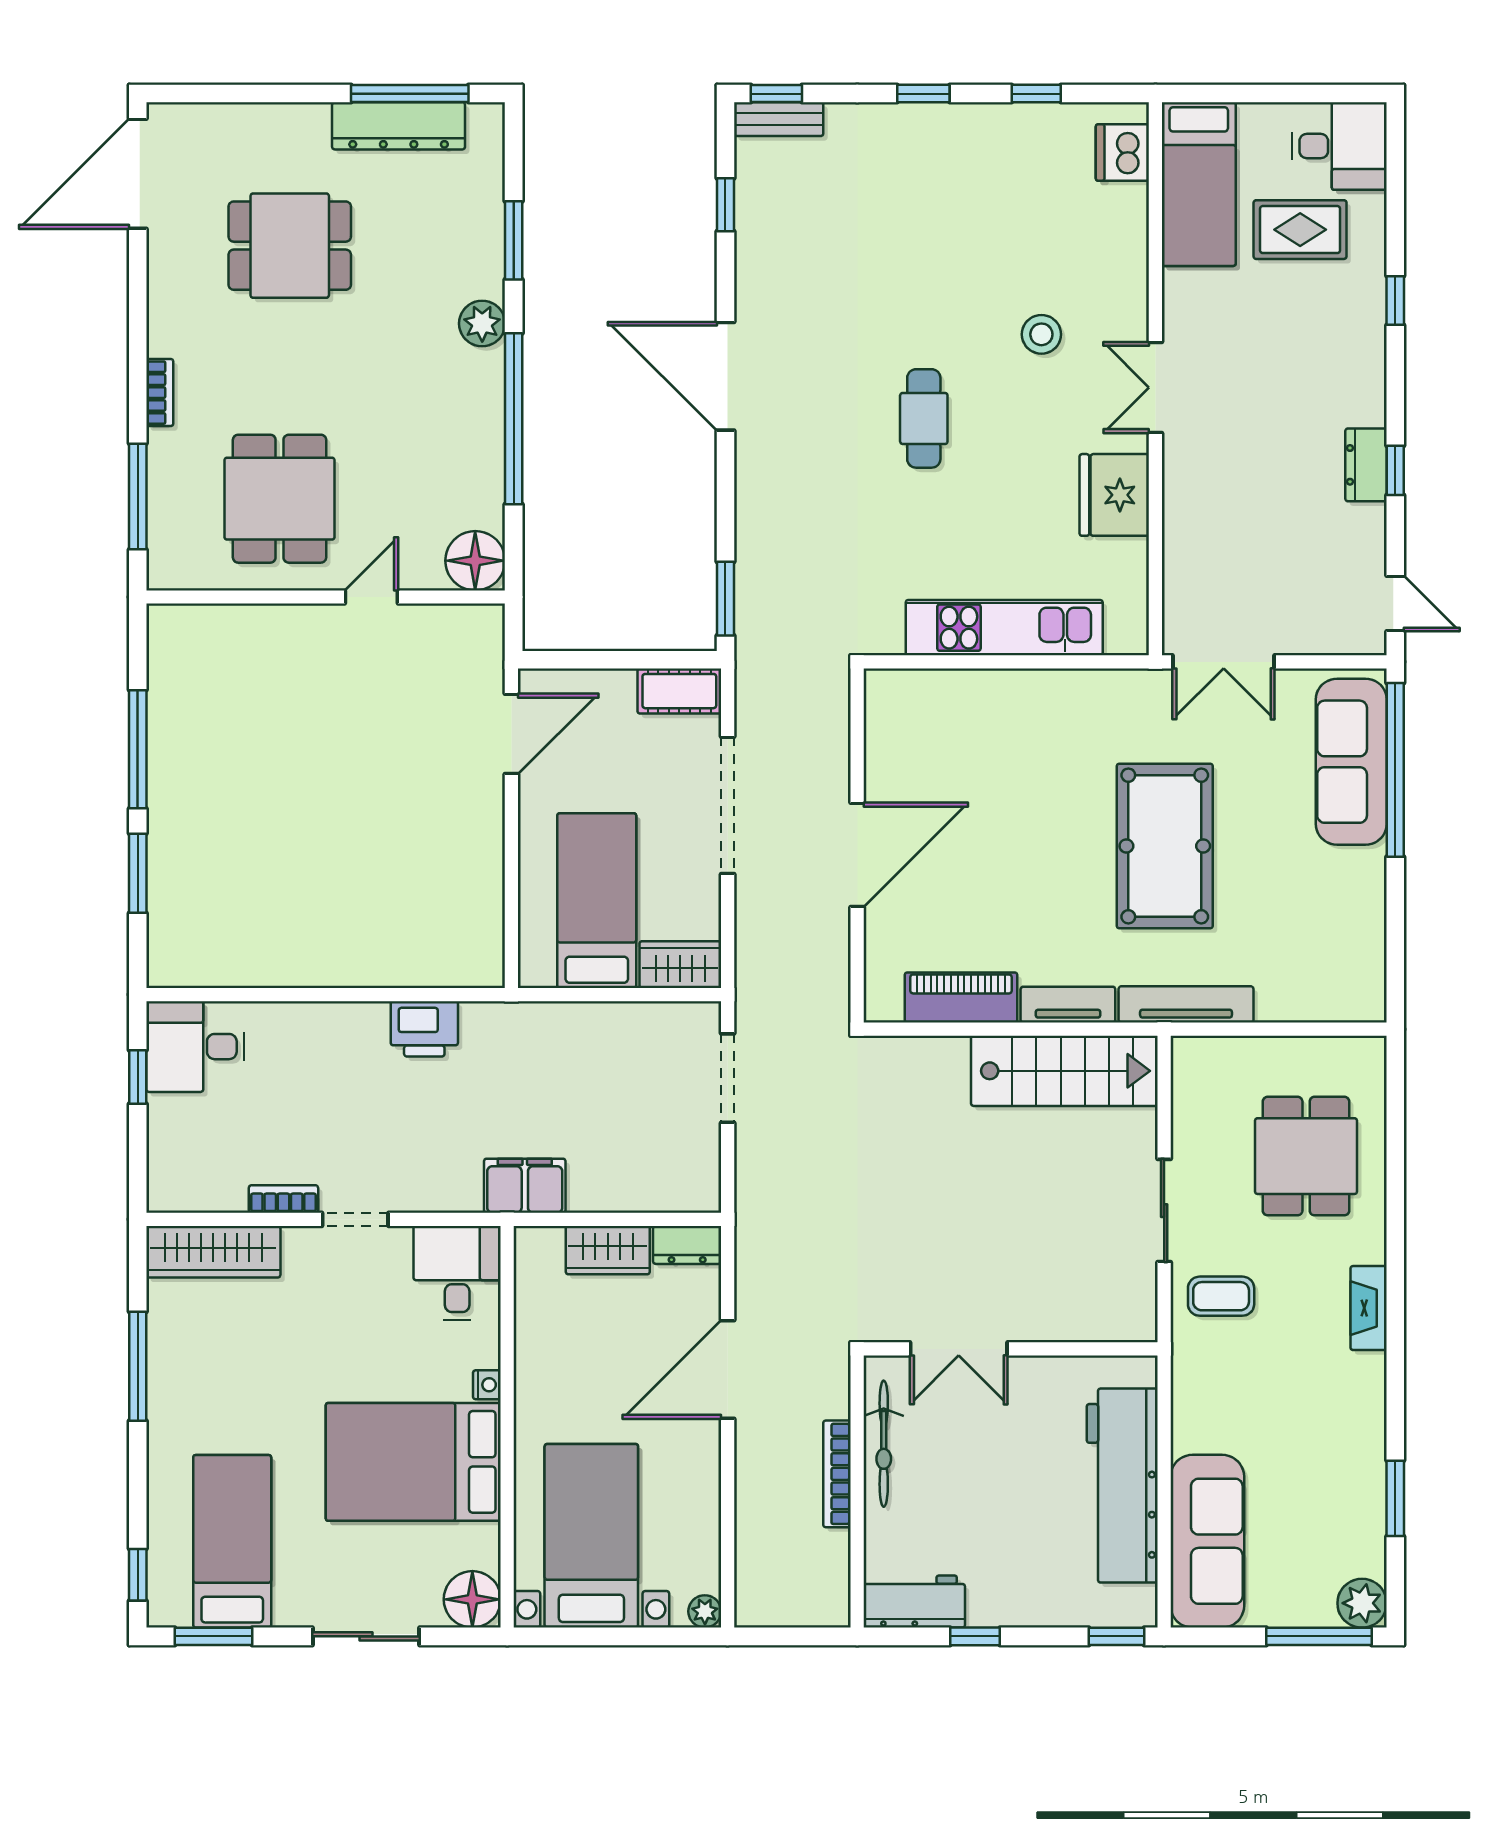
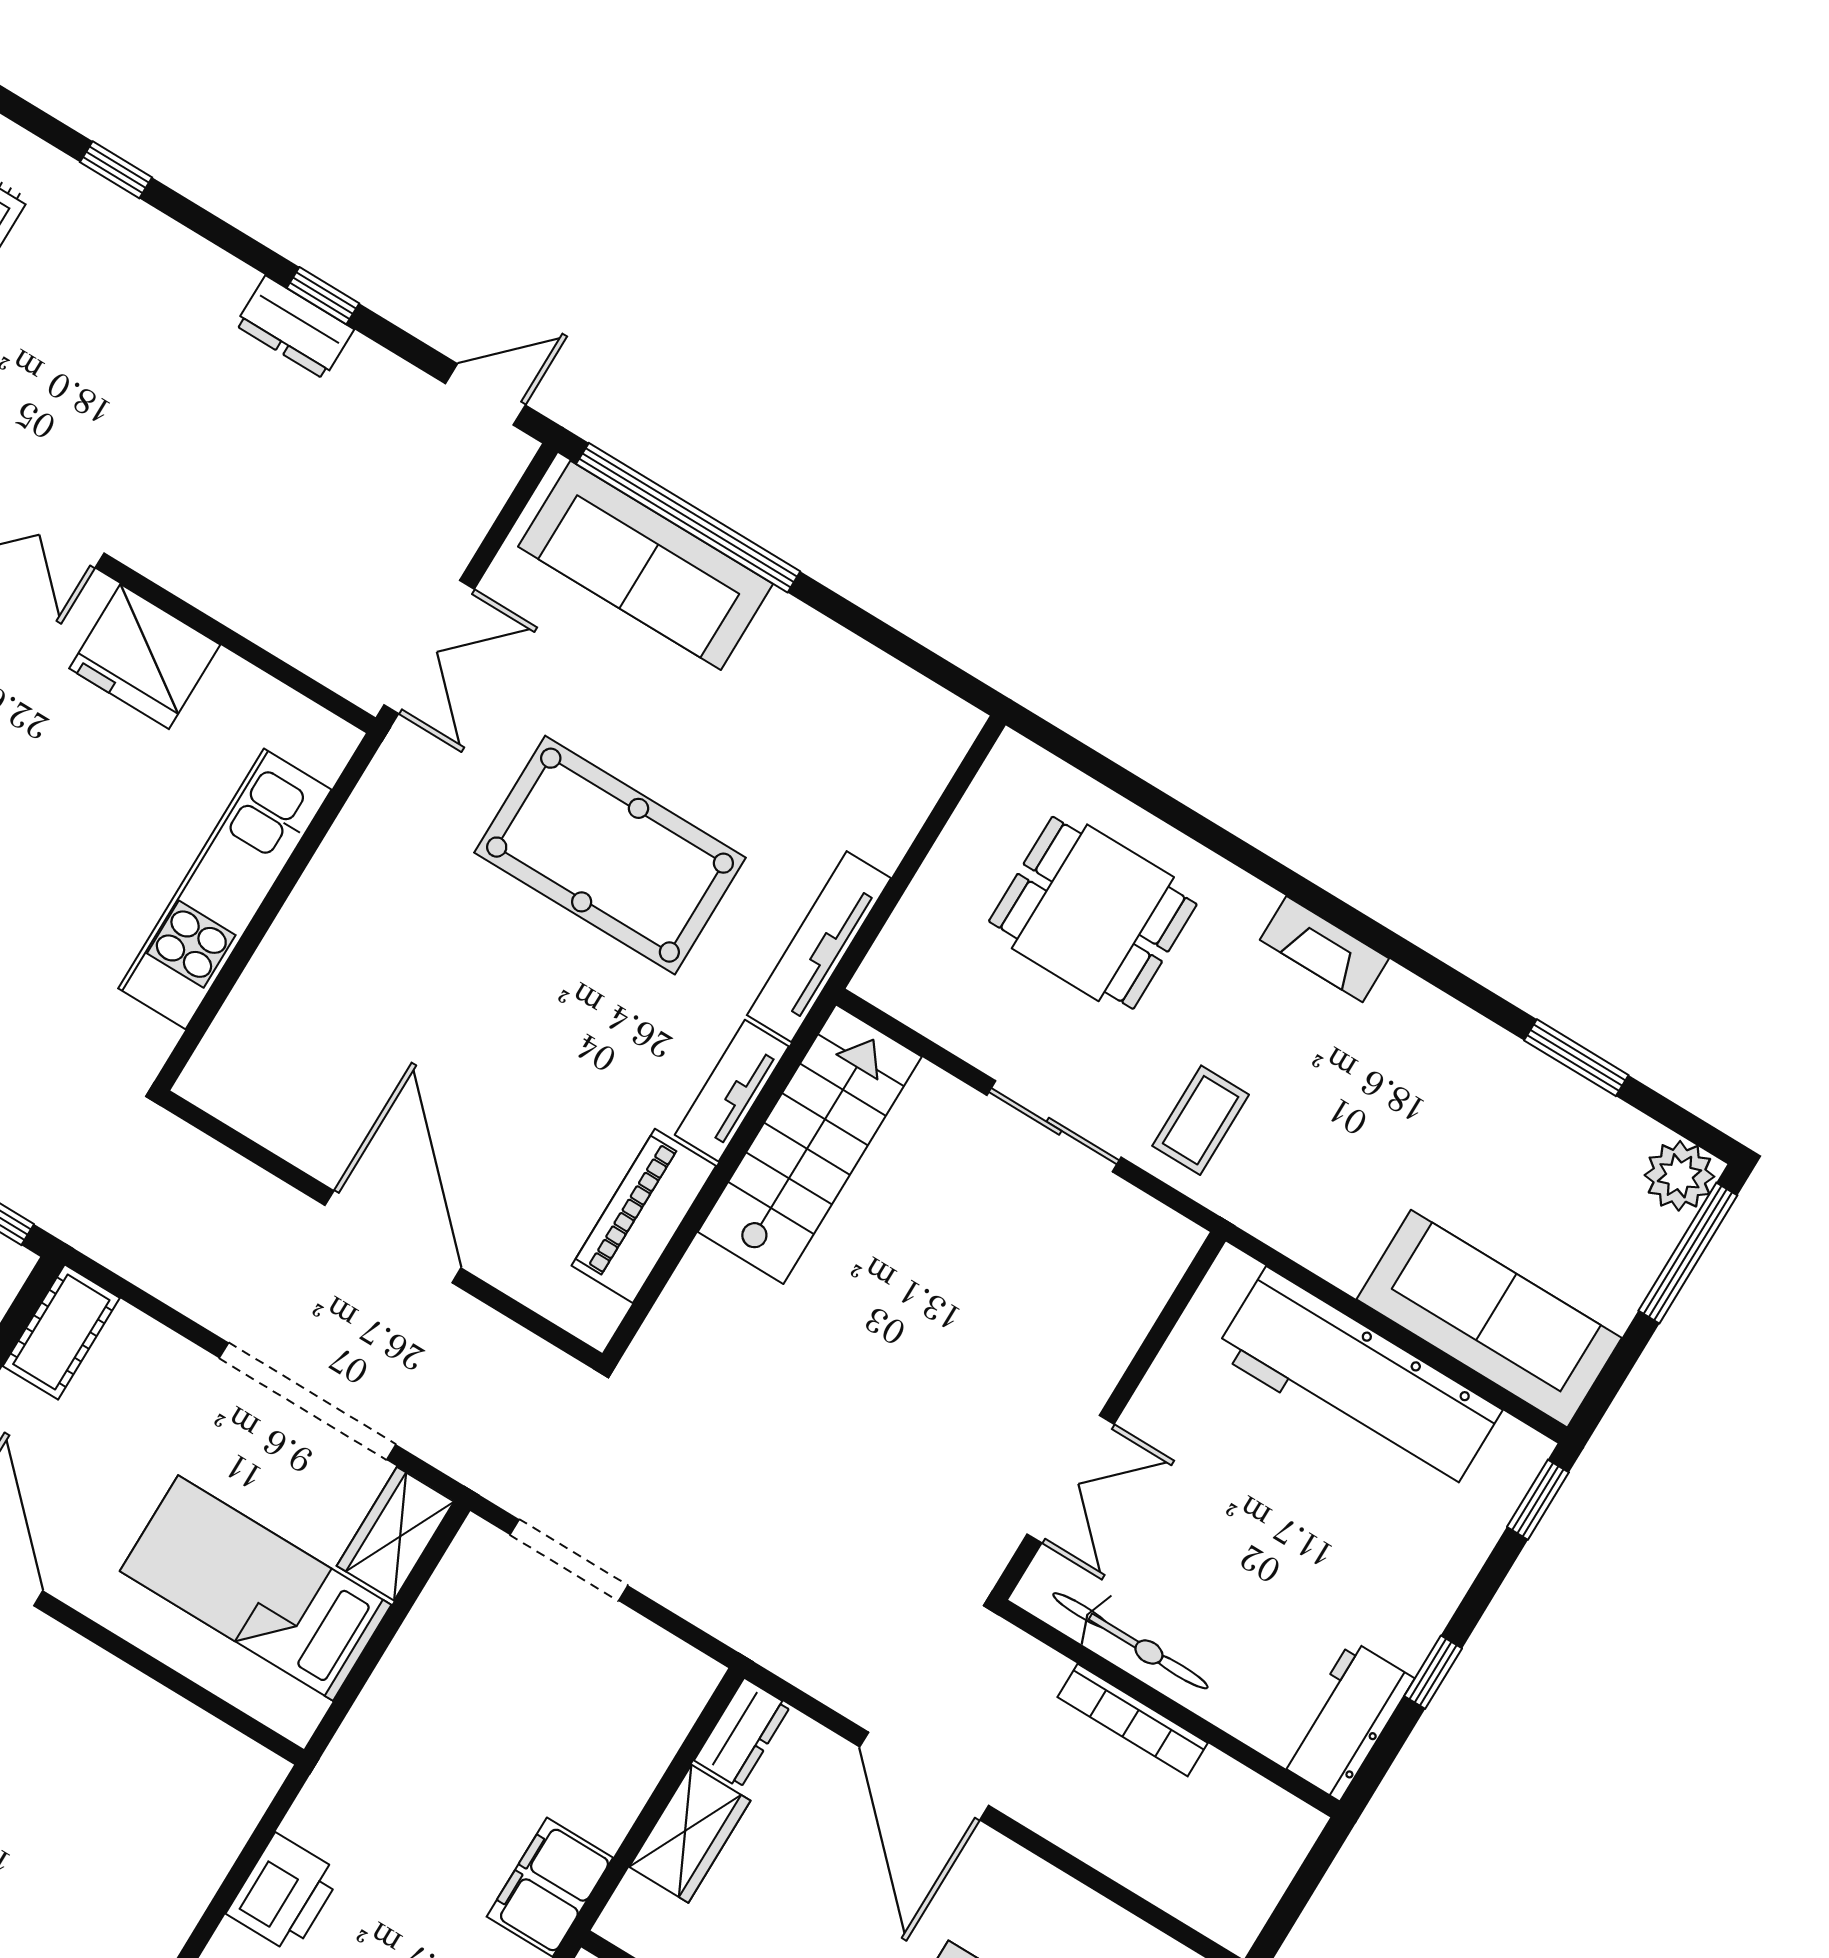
doorway: (728, 805) -> (308, 1401), moved

